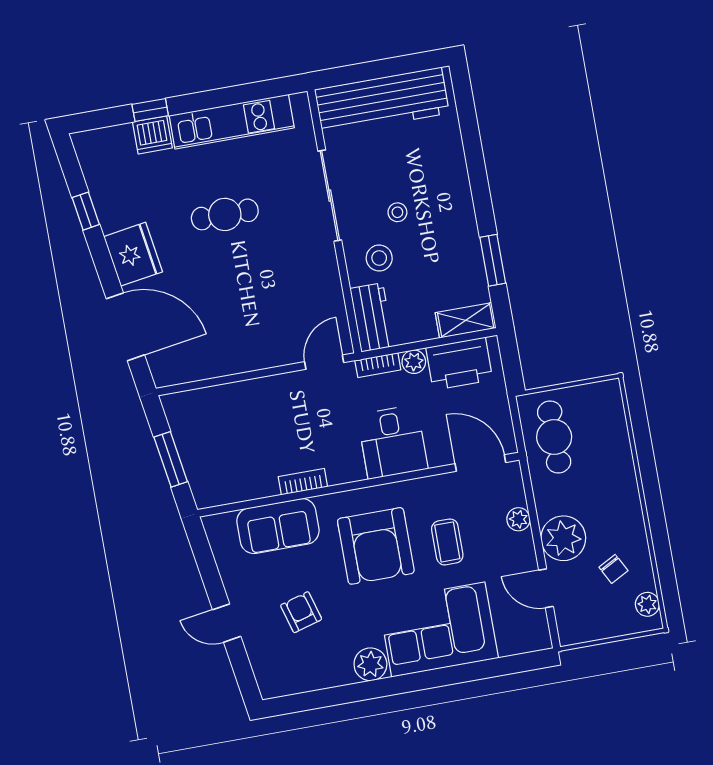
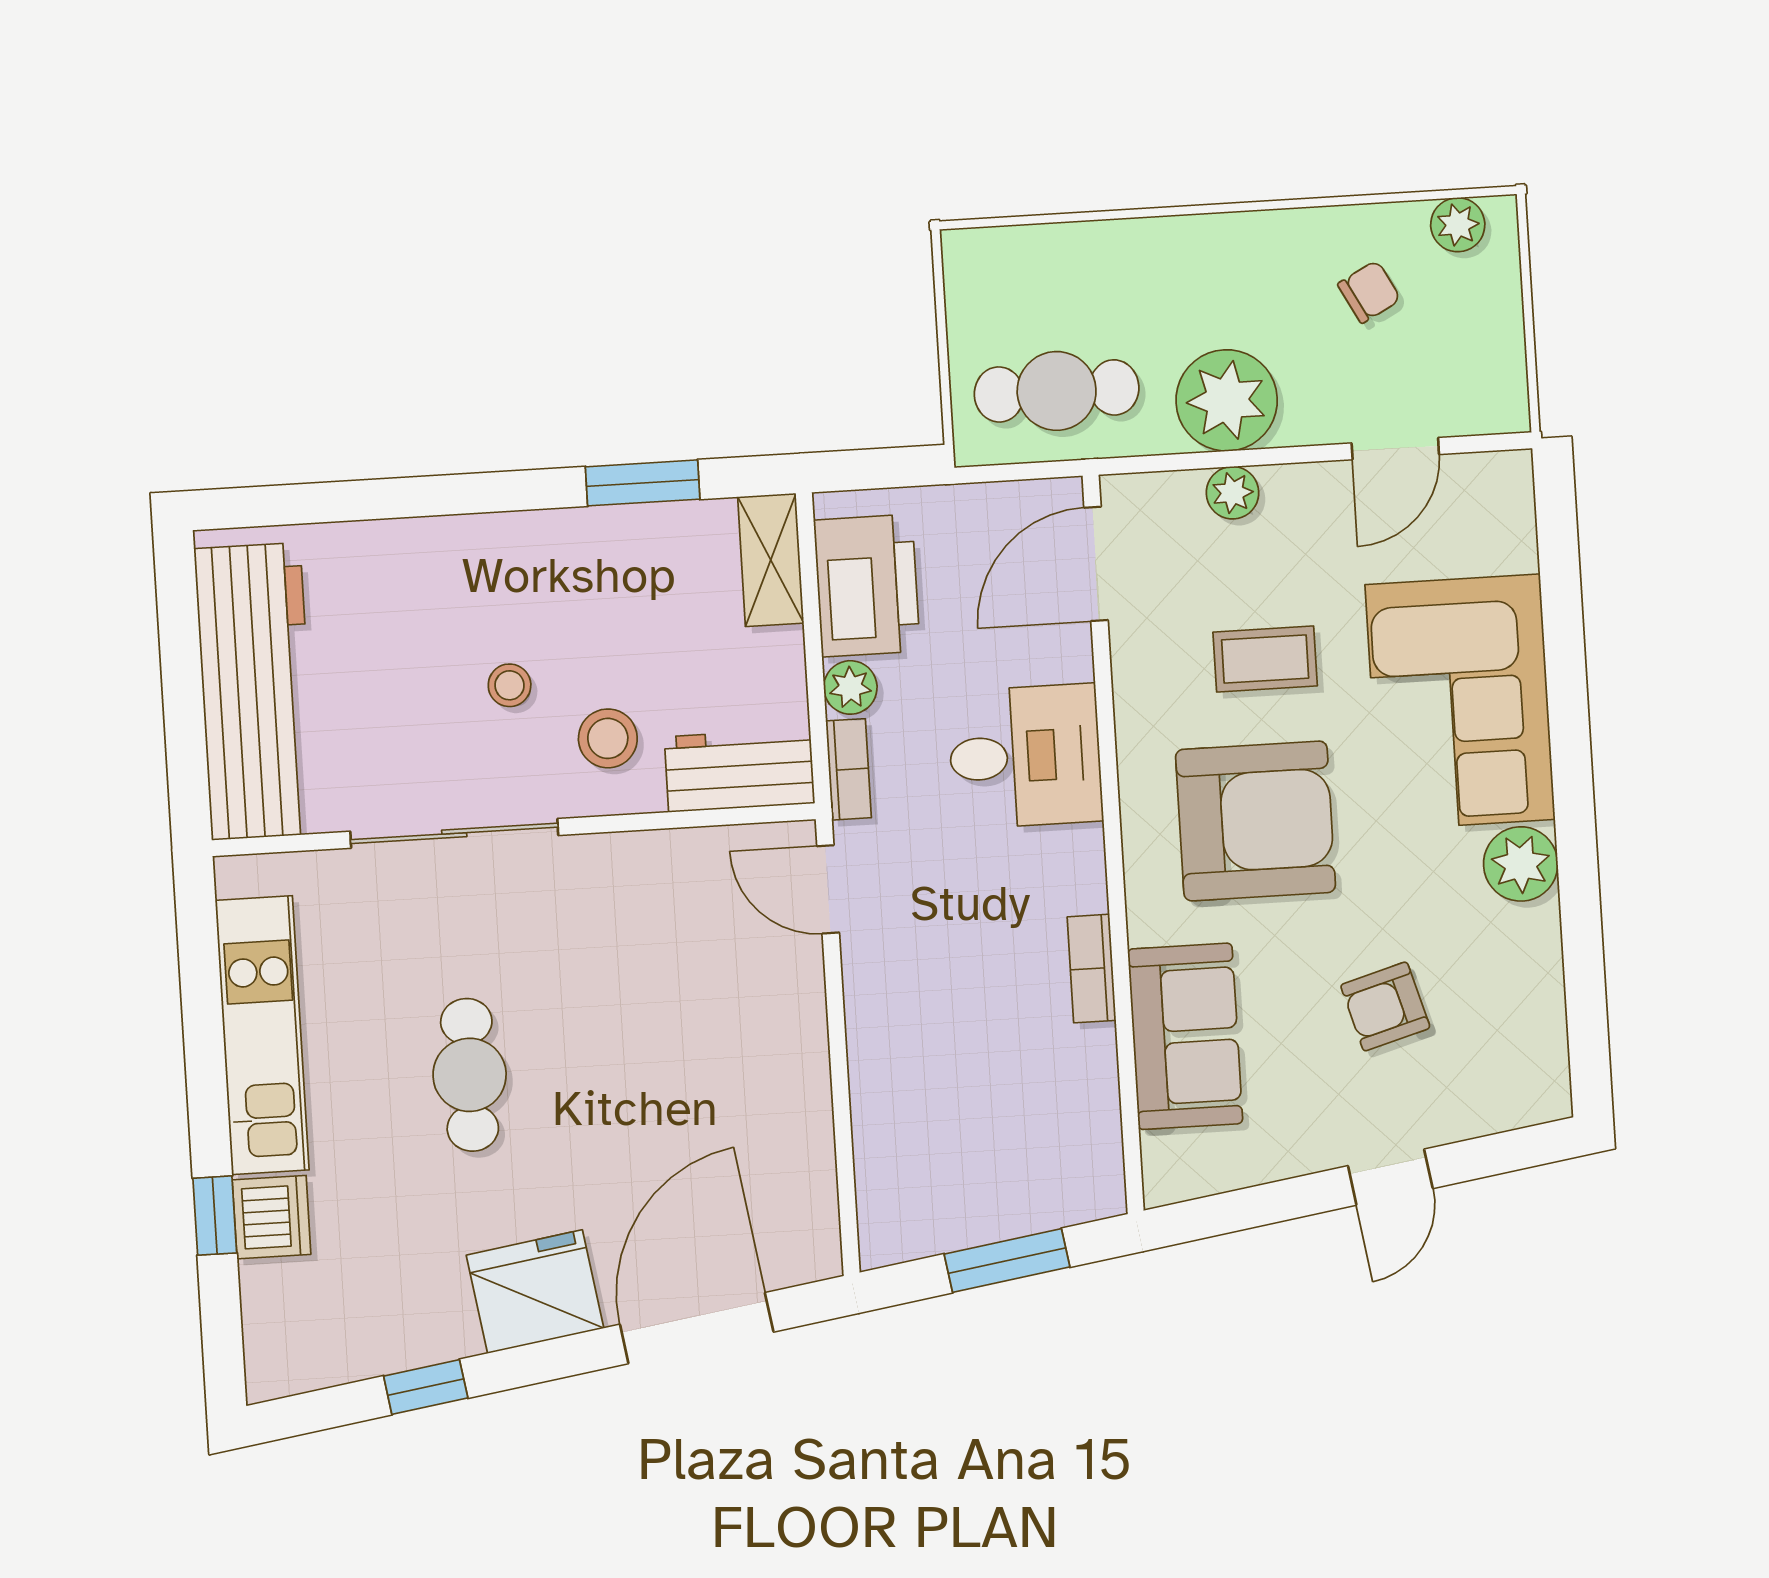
plant: (563, 538) -> (1227, 400), moved

